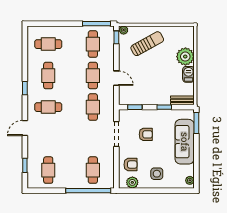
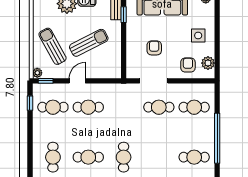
window: (96, 24) -> (30, 103), width x0.46
sun lounger: (150, 76) -> (89, 43), added
door: (116, 78) -> (77, 81), moved
cafe table: (93, 107) -> (159, 107), moved
window: (135, 107) -> (124, 60), removed
window: (164, 107) -> (124, 15), moved
window: (88, 191) -> (217, 138), moved

